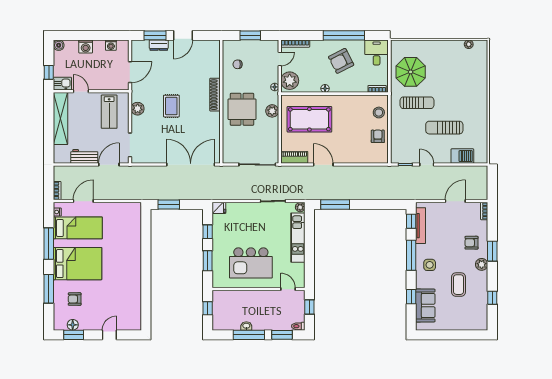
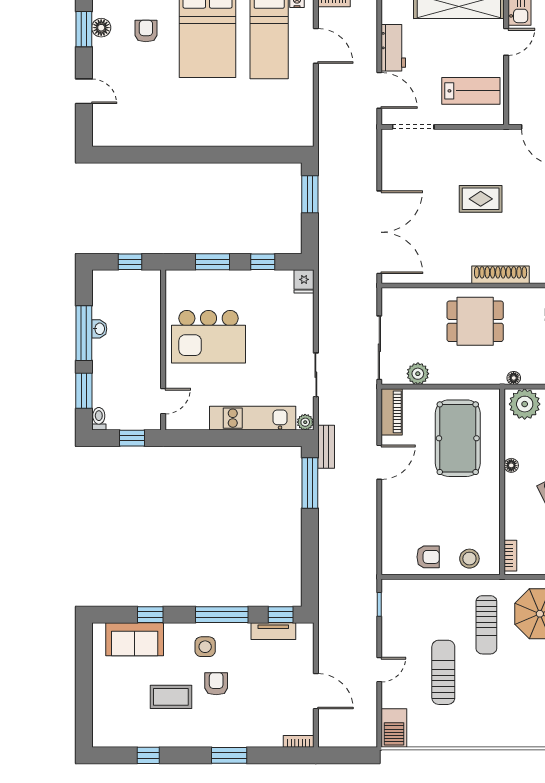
plant: (138, 109) -> (476, 140), removed
plant: (272, 111) -> (418, 374), moved
lab bench: (109, 112) -> (471, 91), turned 180
barbecue: (462, 156) -> (394, 728), moved
door: (427, 165) -> (379, 670), moved
bench: (314, 195) -> (326, 447), added
tv unit: (421, 226) -> (273, 631), width x0.71
armchair: (471, 243) -> (216, 684), moved
kitchen island: (251, 263) -> (209, 337), turned -90
plant: (482, 264) -> (206, 737), removed

